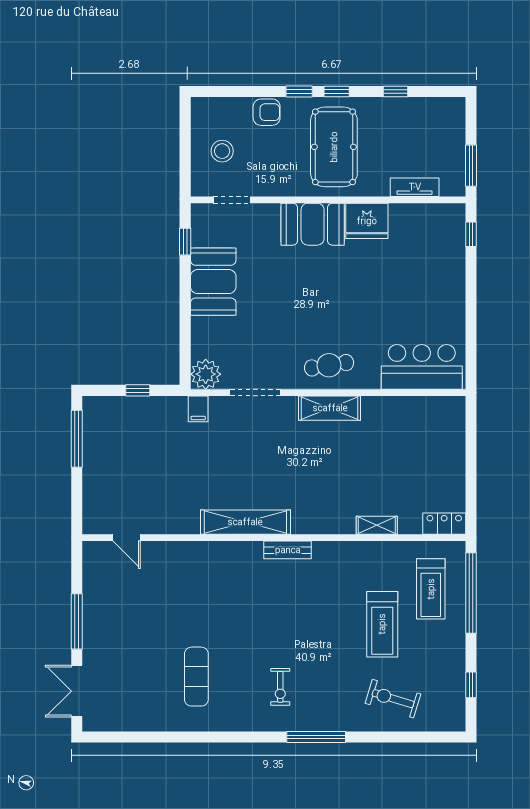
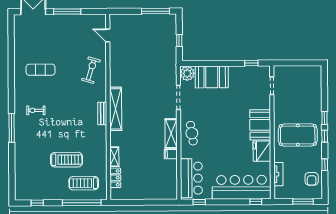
armchair: (267, 112) -> (312, 179), moved
stool: (222, 151) -> (295, 81), removed
window: (471, 166) -> (303, 201), moved
bar counter: (441, 263) -> (242, 187), added
booth: (213, 282) -> (212, 77), moved
window: (471, 351) -> (199, 202), added
filing cabinet: (198, 409) -> (171, 154), moved
shelving: (245, 522) -> (116, 109), moved
locker: (444, 524) -> (115, 178), moved
door: (127, 538) -> (108, 36), hinge flipped
treadmill: (382, 624) -> (66, 160), turned 180
exercise bike: (393, 699) -> (91, 70), moved

